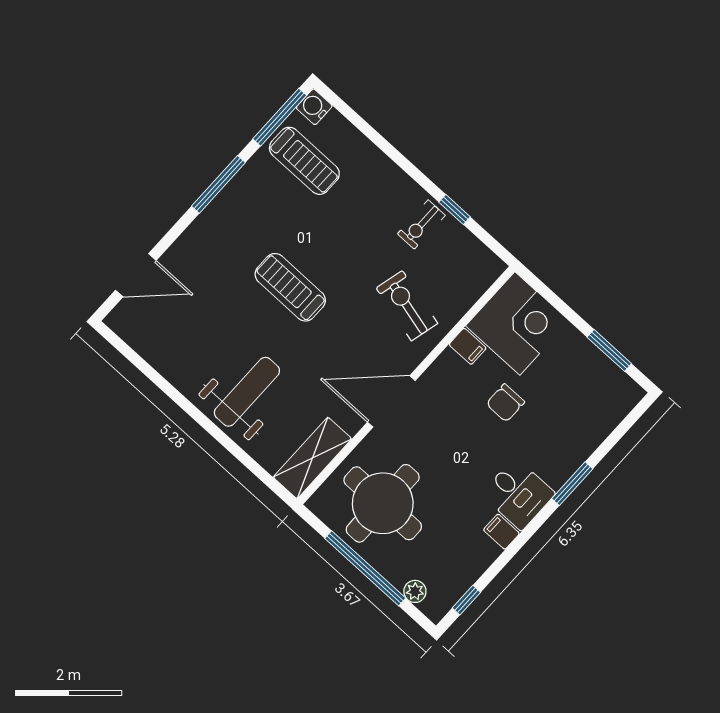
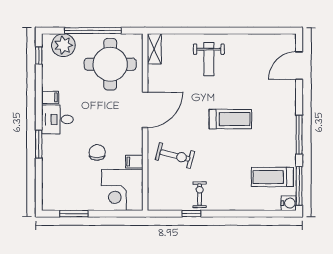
weight bench: (247, 392) -> (209, 59), width x0.73, depth x0.75
shelving: (312, 458) -> (154, 49), width x0.67, depth x0.75
plant: (415, 591) -> (63, 45), width x1.87, depth x1.87

